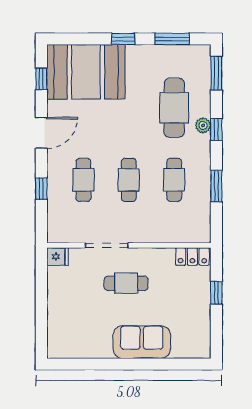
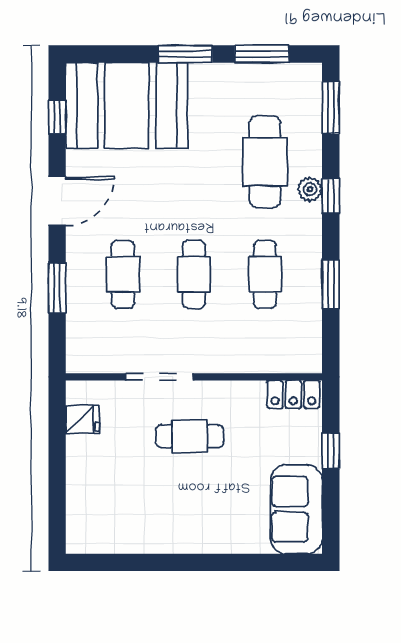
window: (123, 39) -> (185, 54), width x1.50
window: (41, 189) -> (57, 288), width x1.50
fridge: (57, 257) -> (82, 419), moved
sofa: (142, 342) -> (296, 509), moved, turned -90

